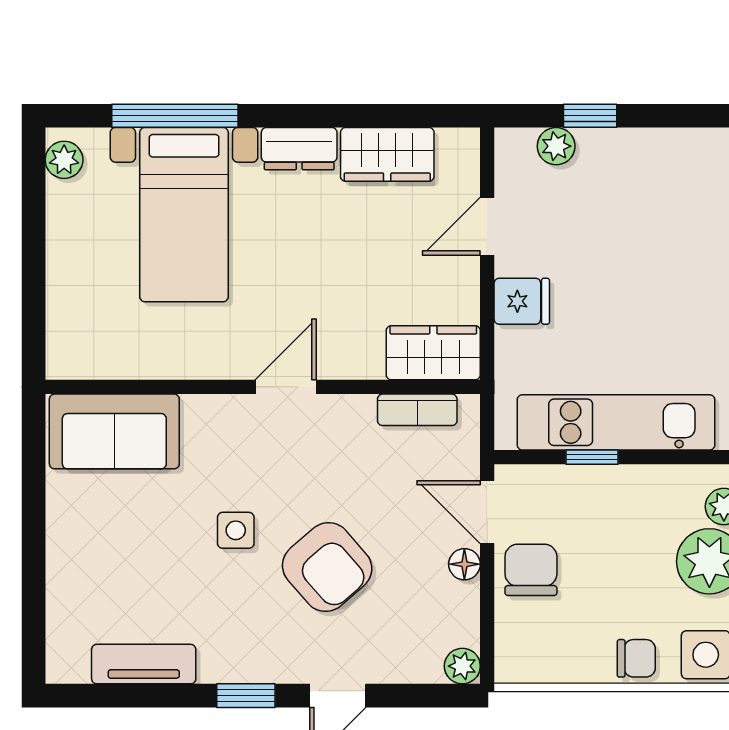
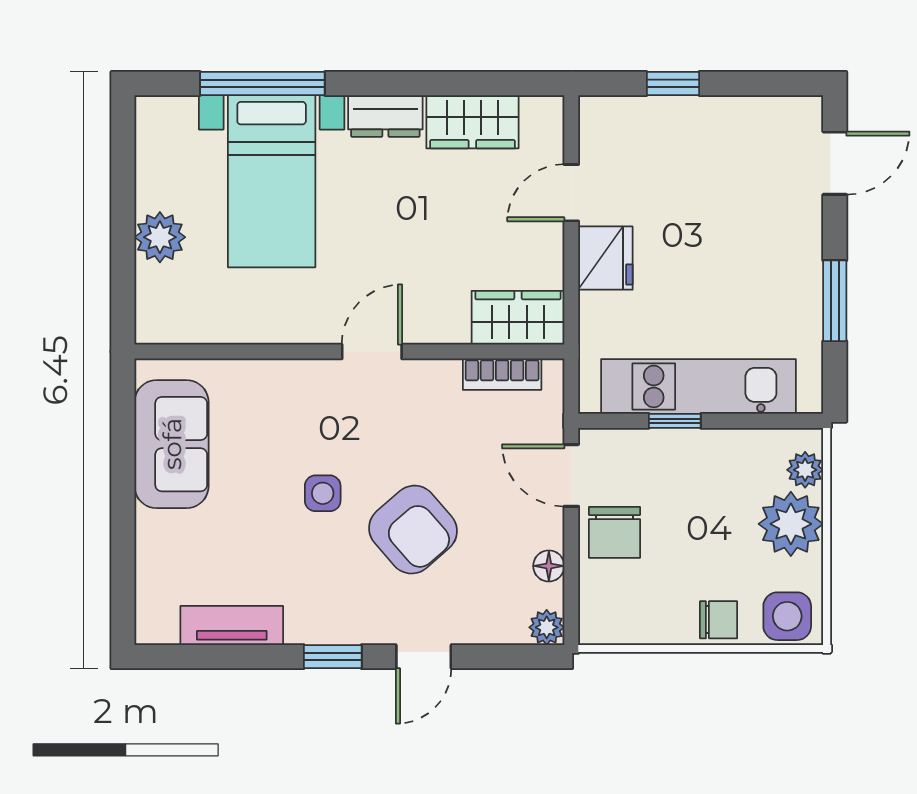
plant: (556, 146) -> (639, 114), removed
plant: (64, 160) -> (160, 237), moved, width x1.38, depth x1.38
fridge: (522, 301) -> (605, 258), width x1.38
sofa: (114, 431) -> (172, 444), moved, turned -90
floor lamp: (464, 564) -> (549, 566), moved
chair: (531, 570) -> (614, 532), turned 180

